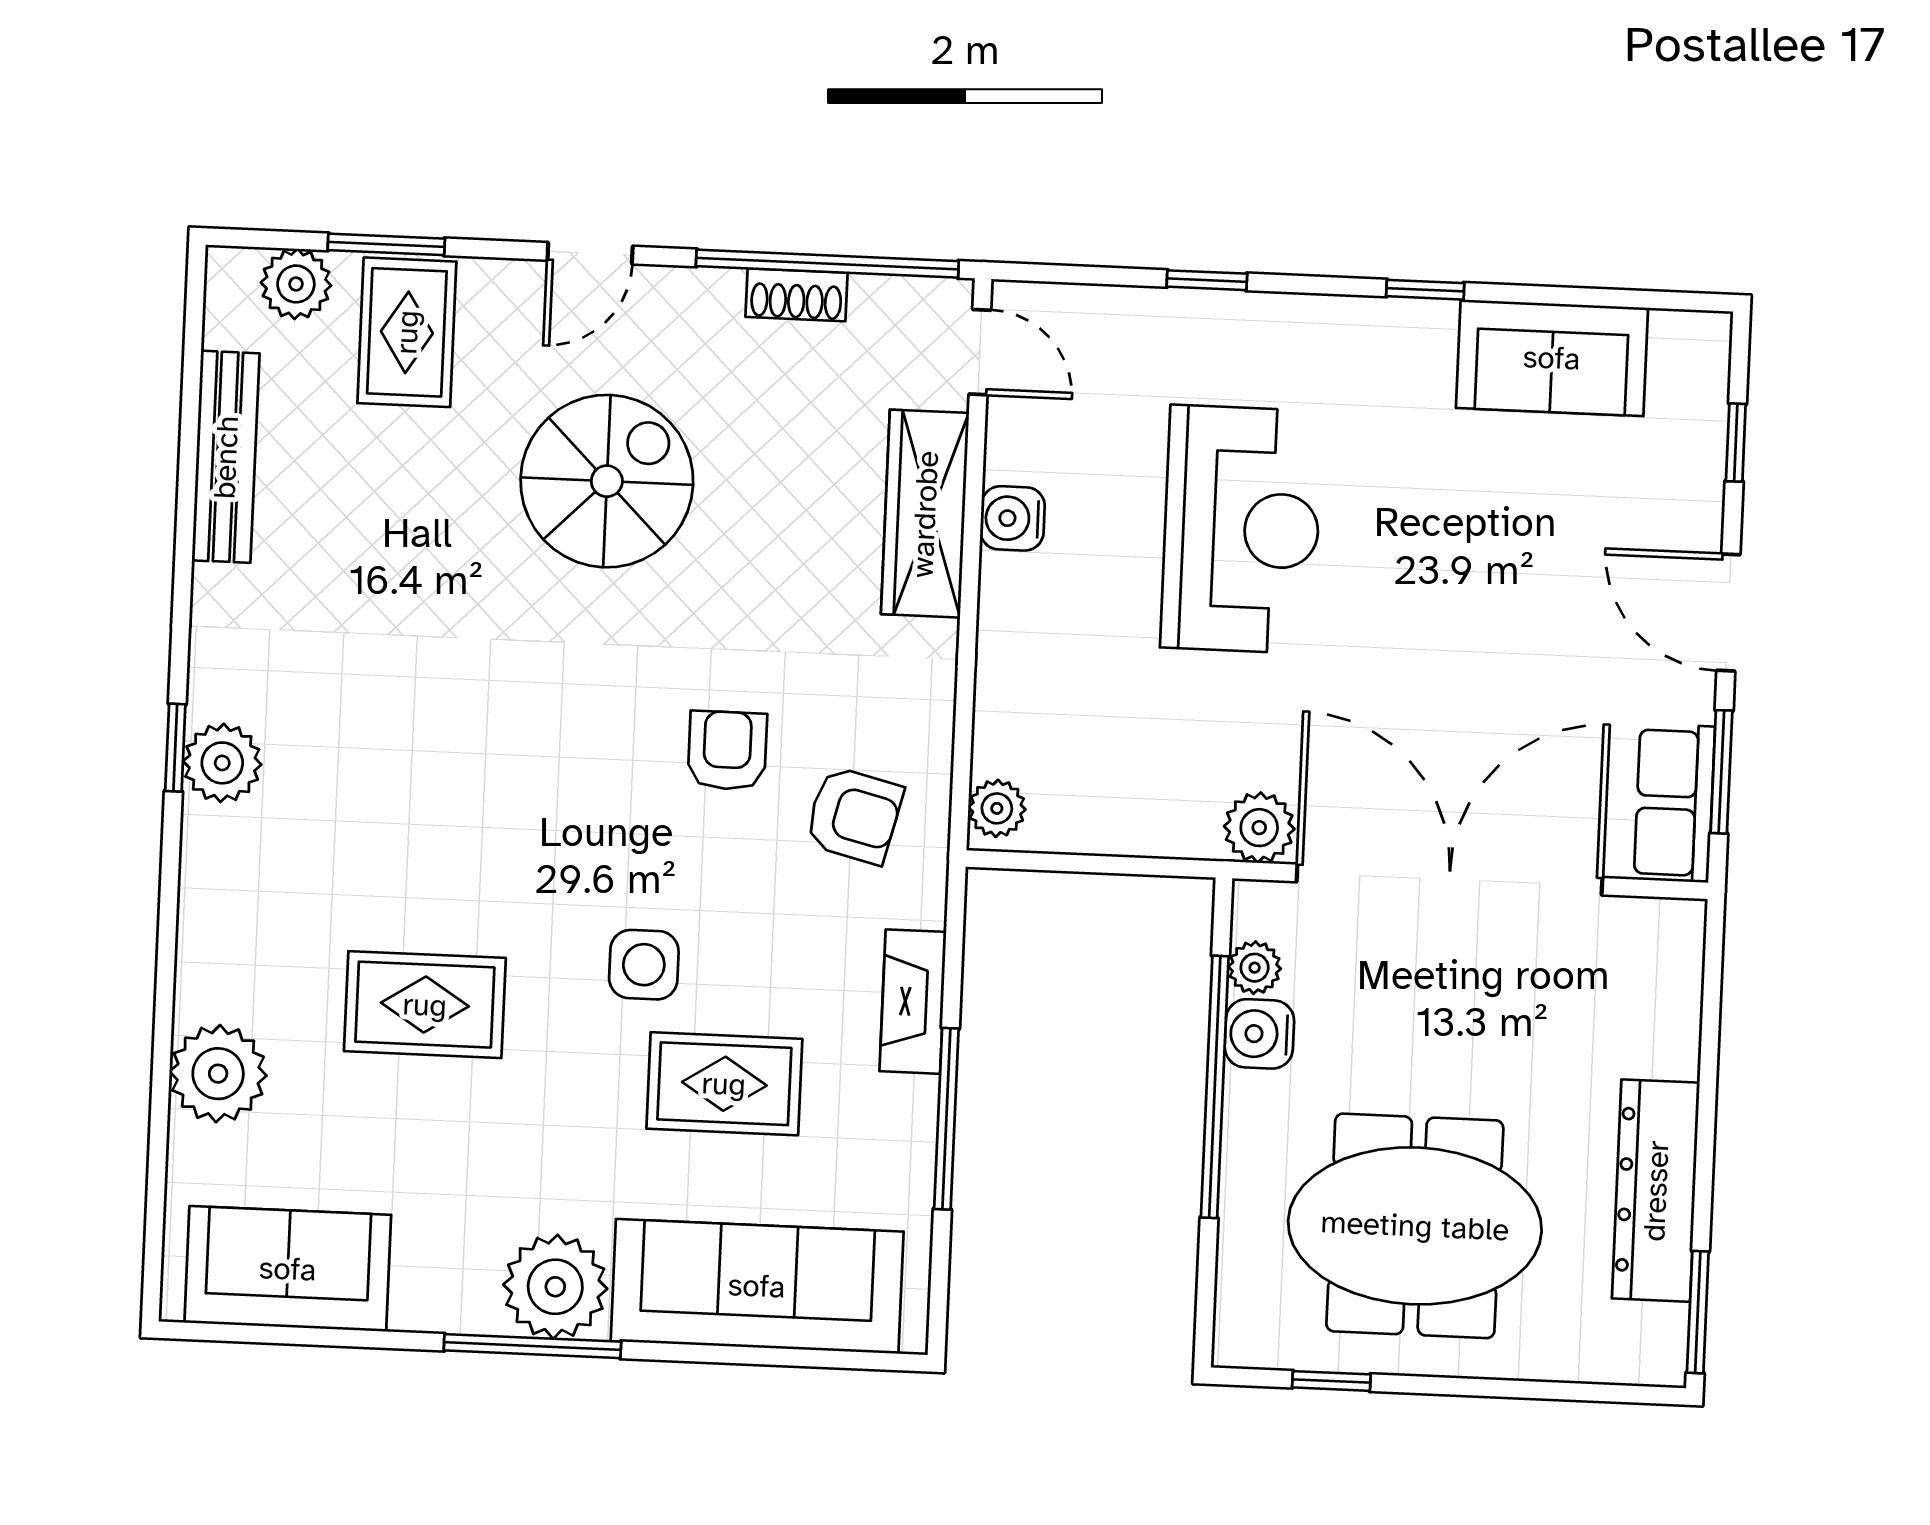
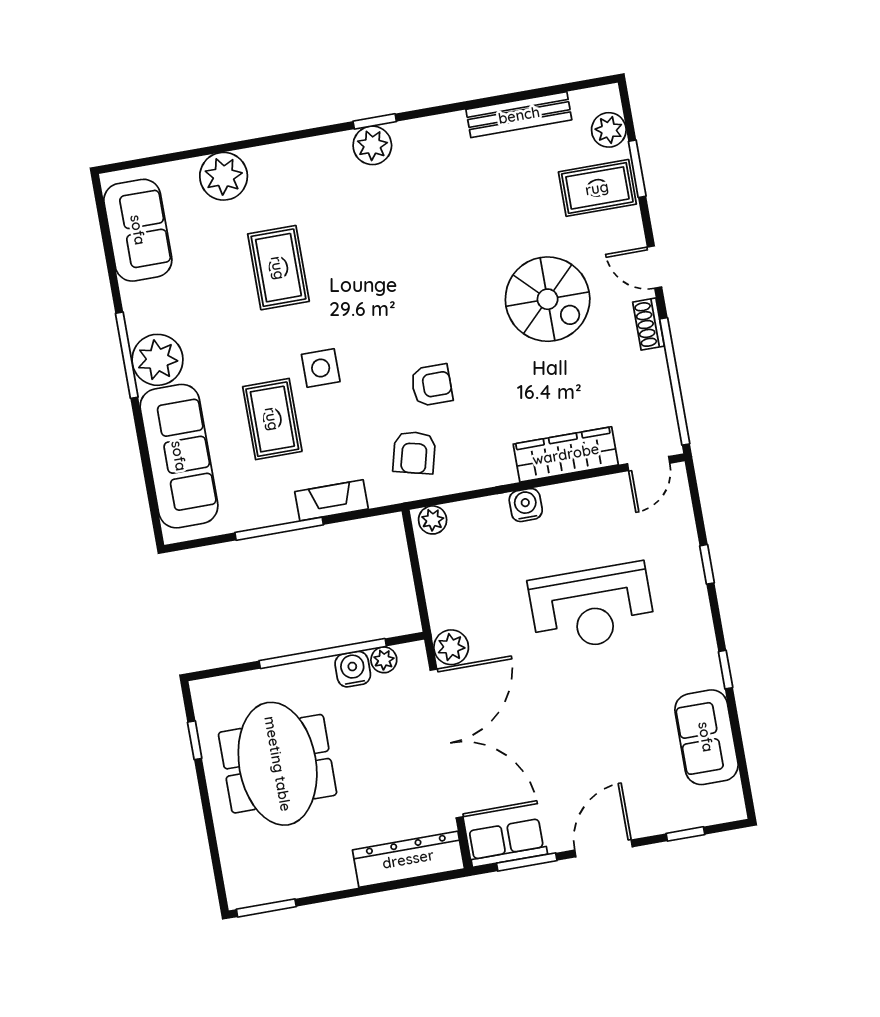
shoe rack: (796, 295) -> (648, 324), moved
water cooler: (1013, 518) -> (526, 505), moved
dresser: (1656, 1191) -> (408, 859), moved

